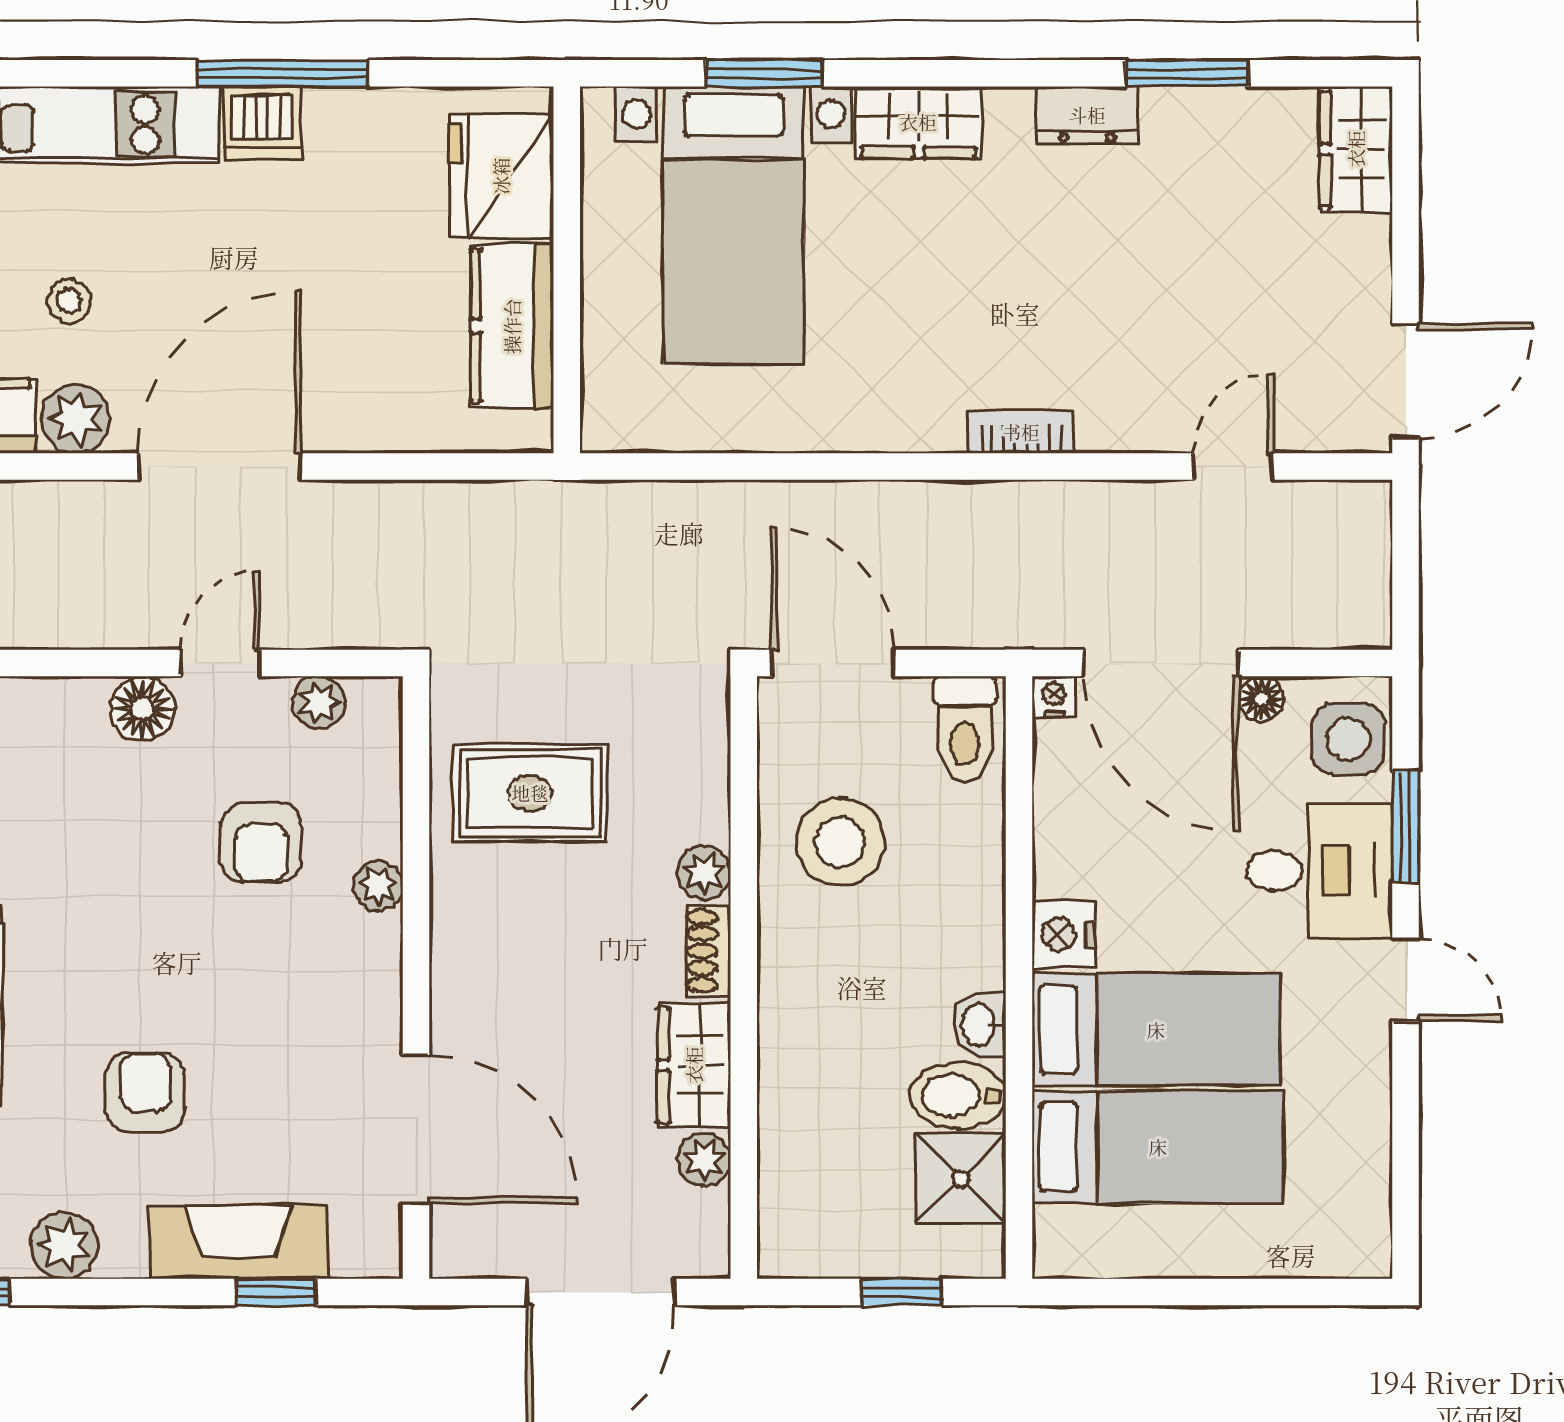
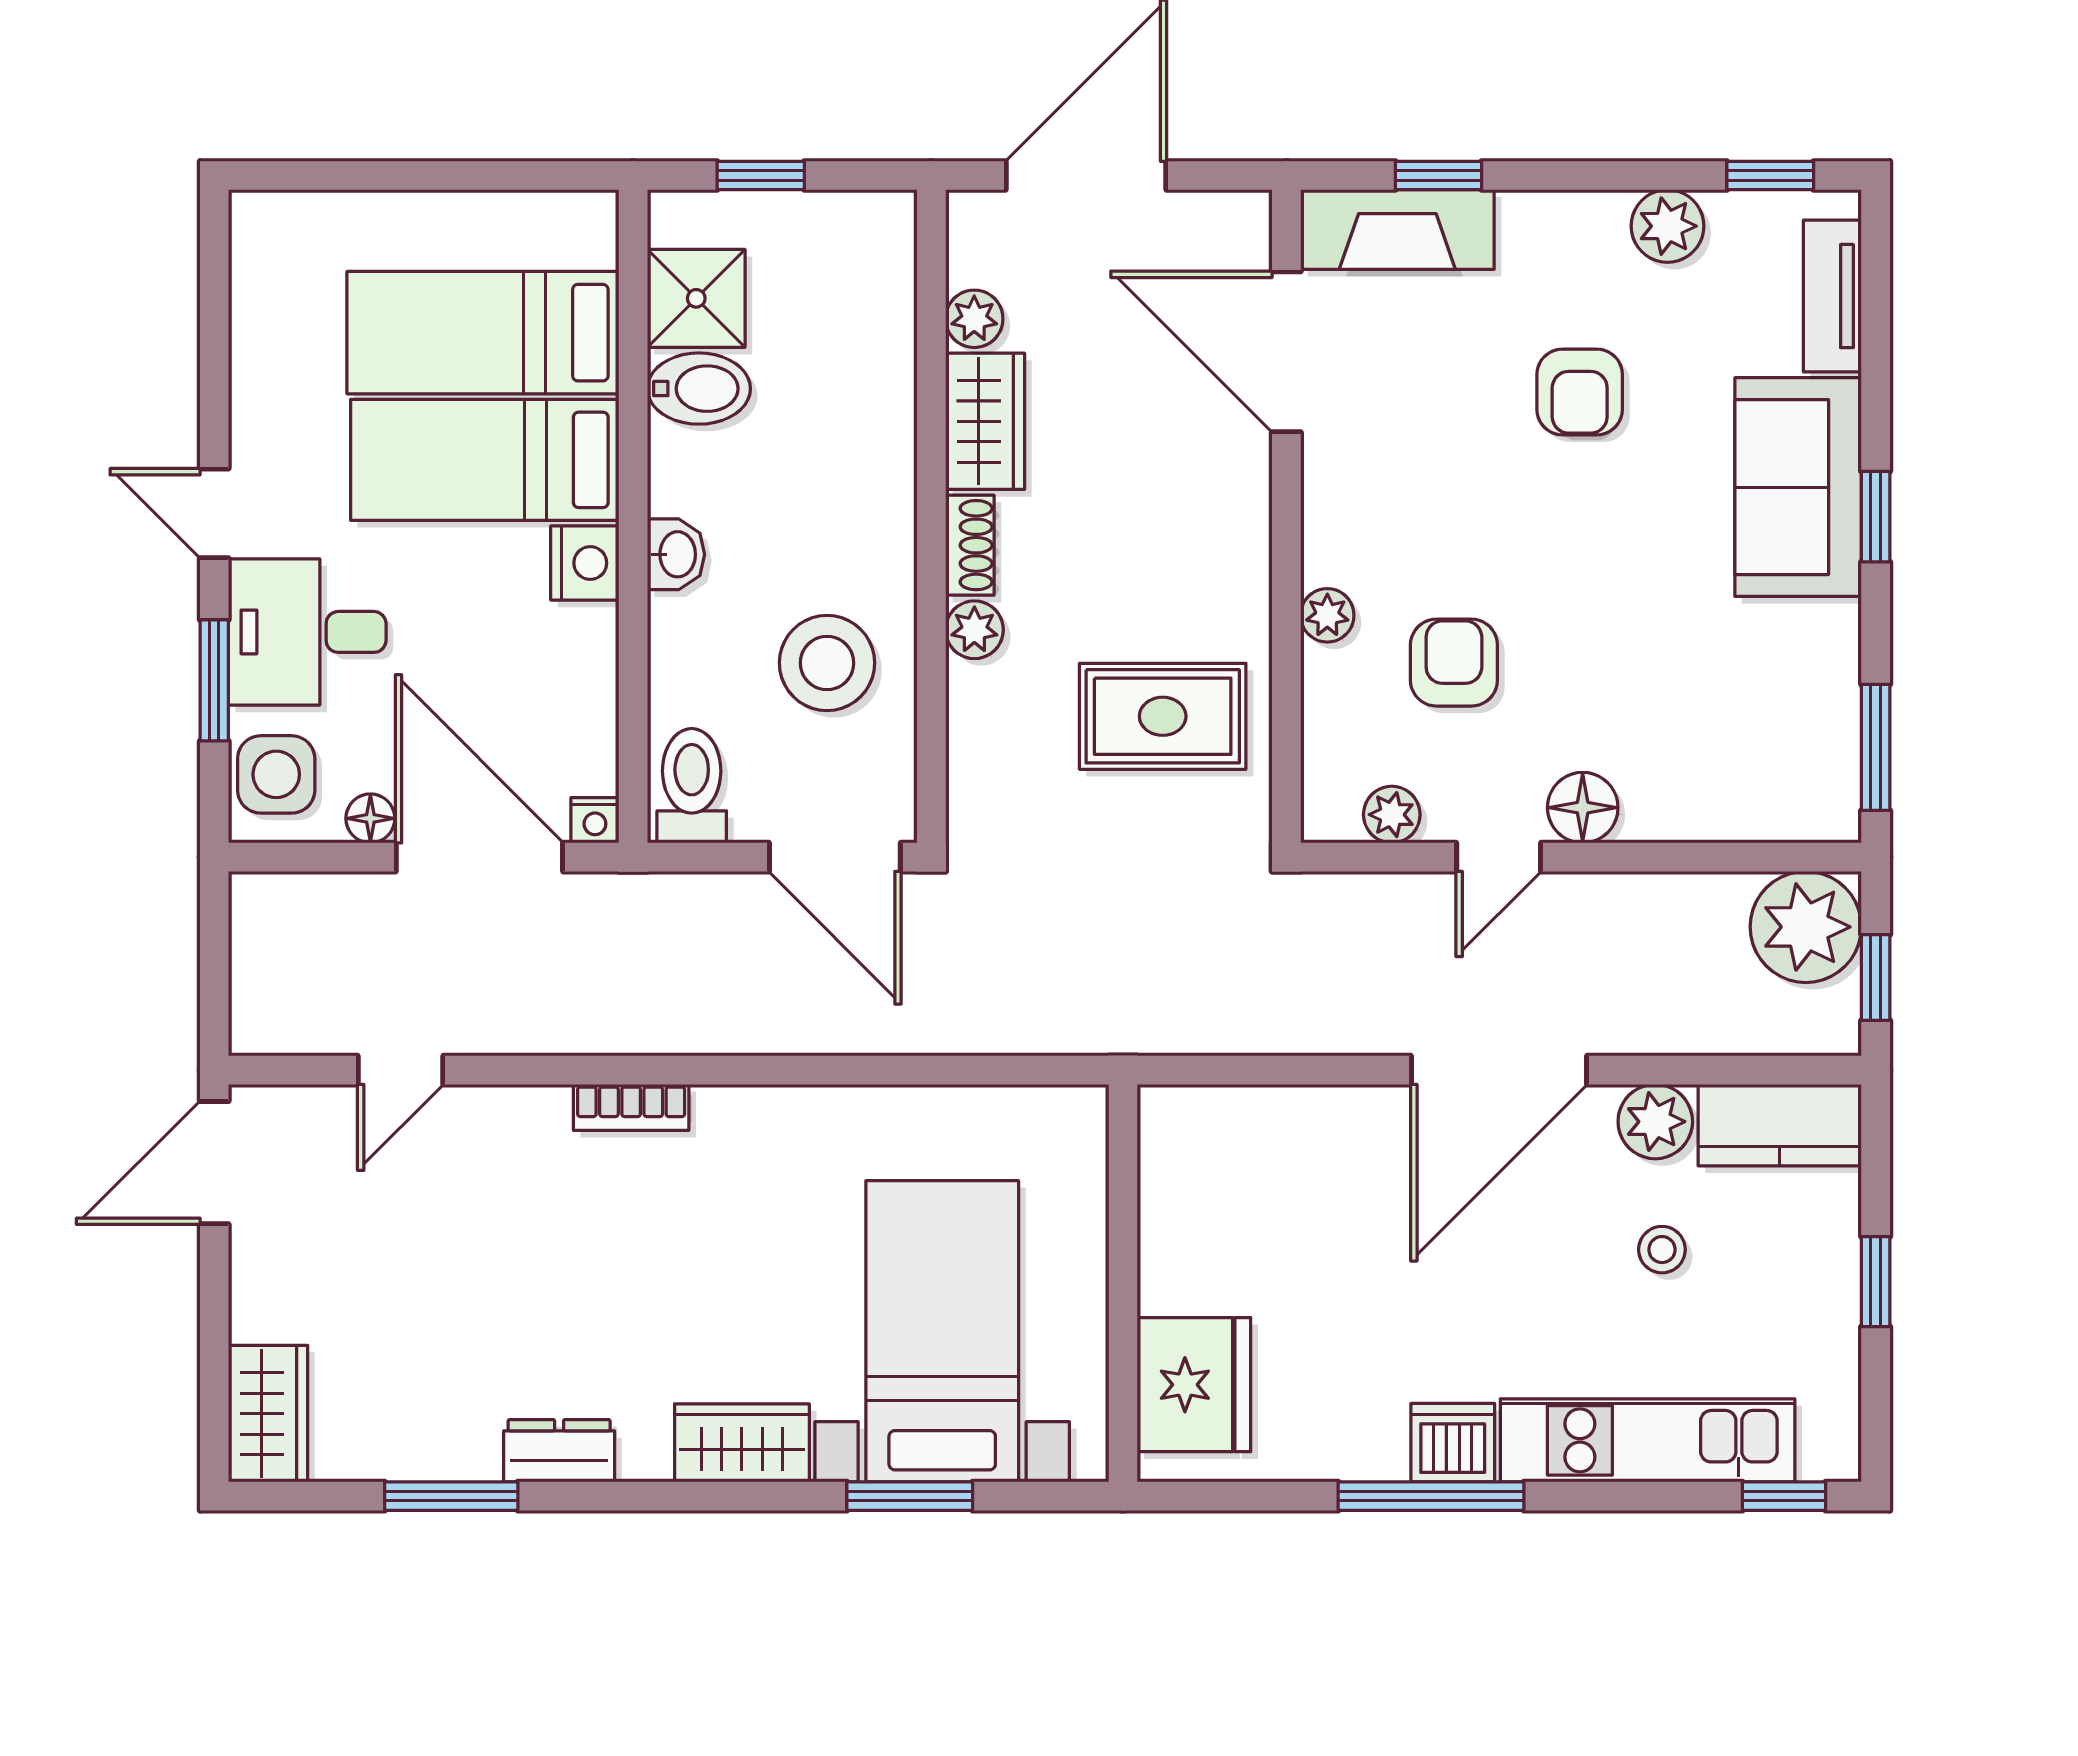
kitchen counter: (512, 326) -> (1182, 1222), removed
washbasin: (979, 1025) -> (676, 554), moved
fireplace: (239, 1242) -> (1397, 230), moved

